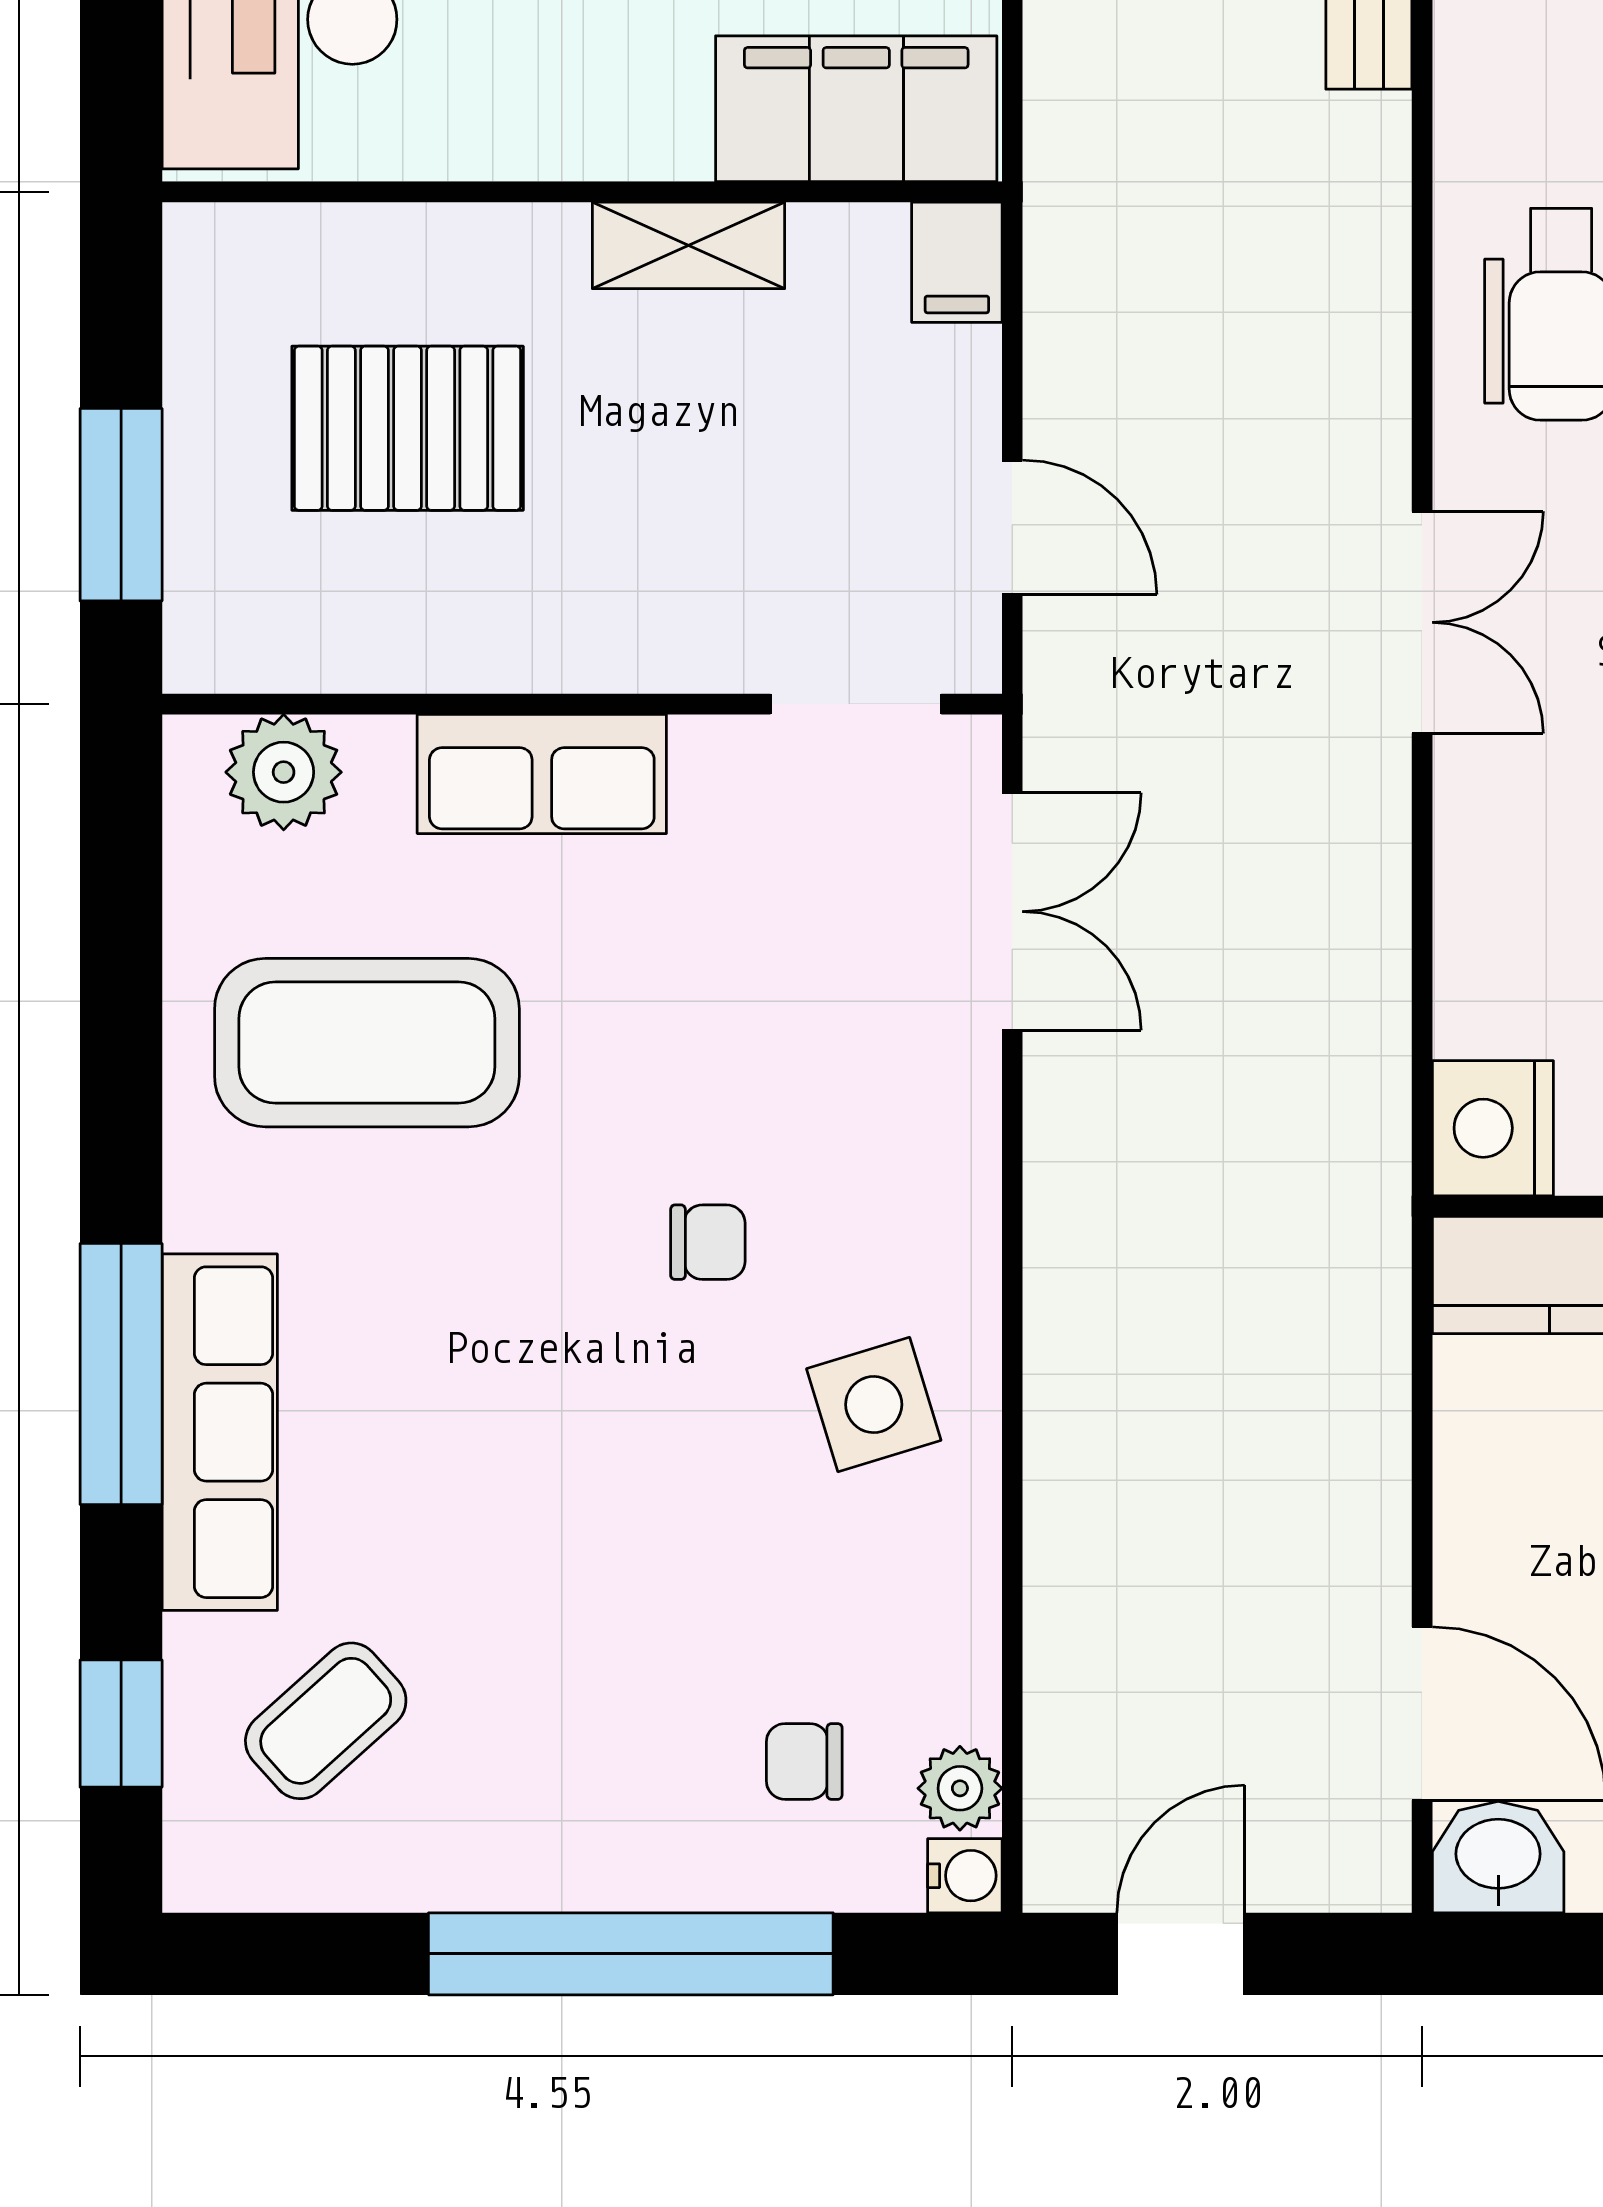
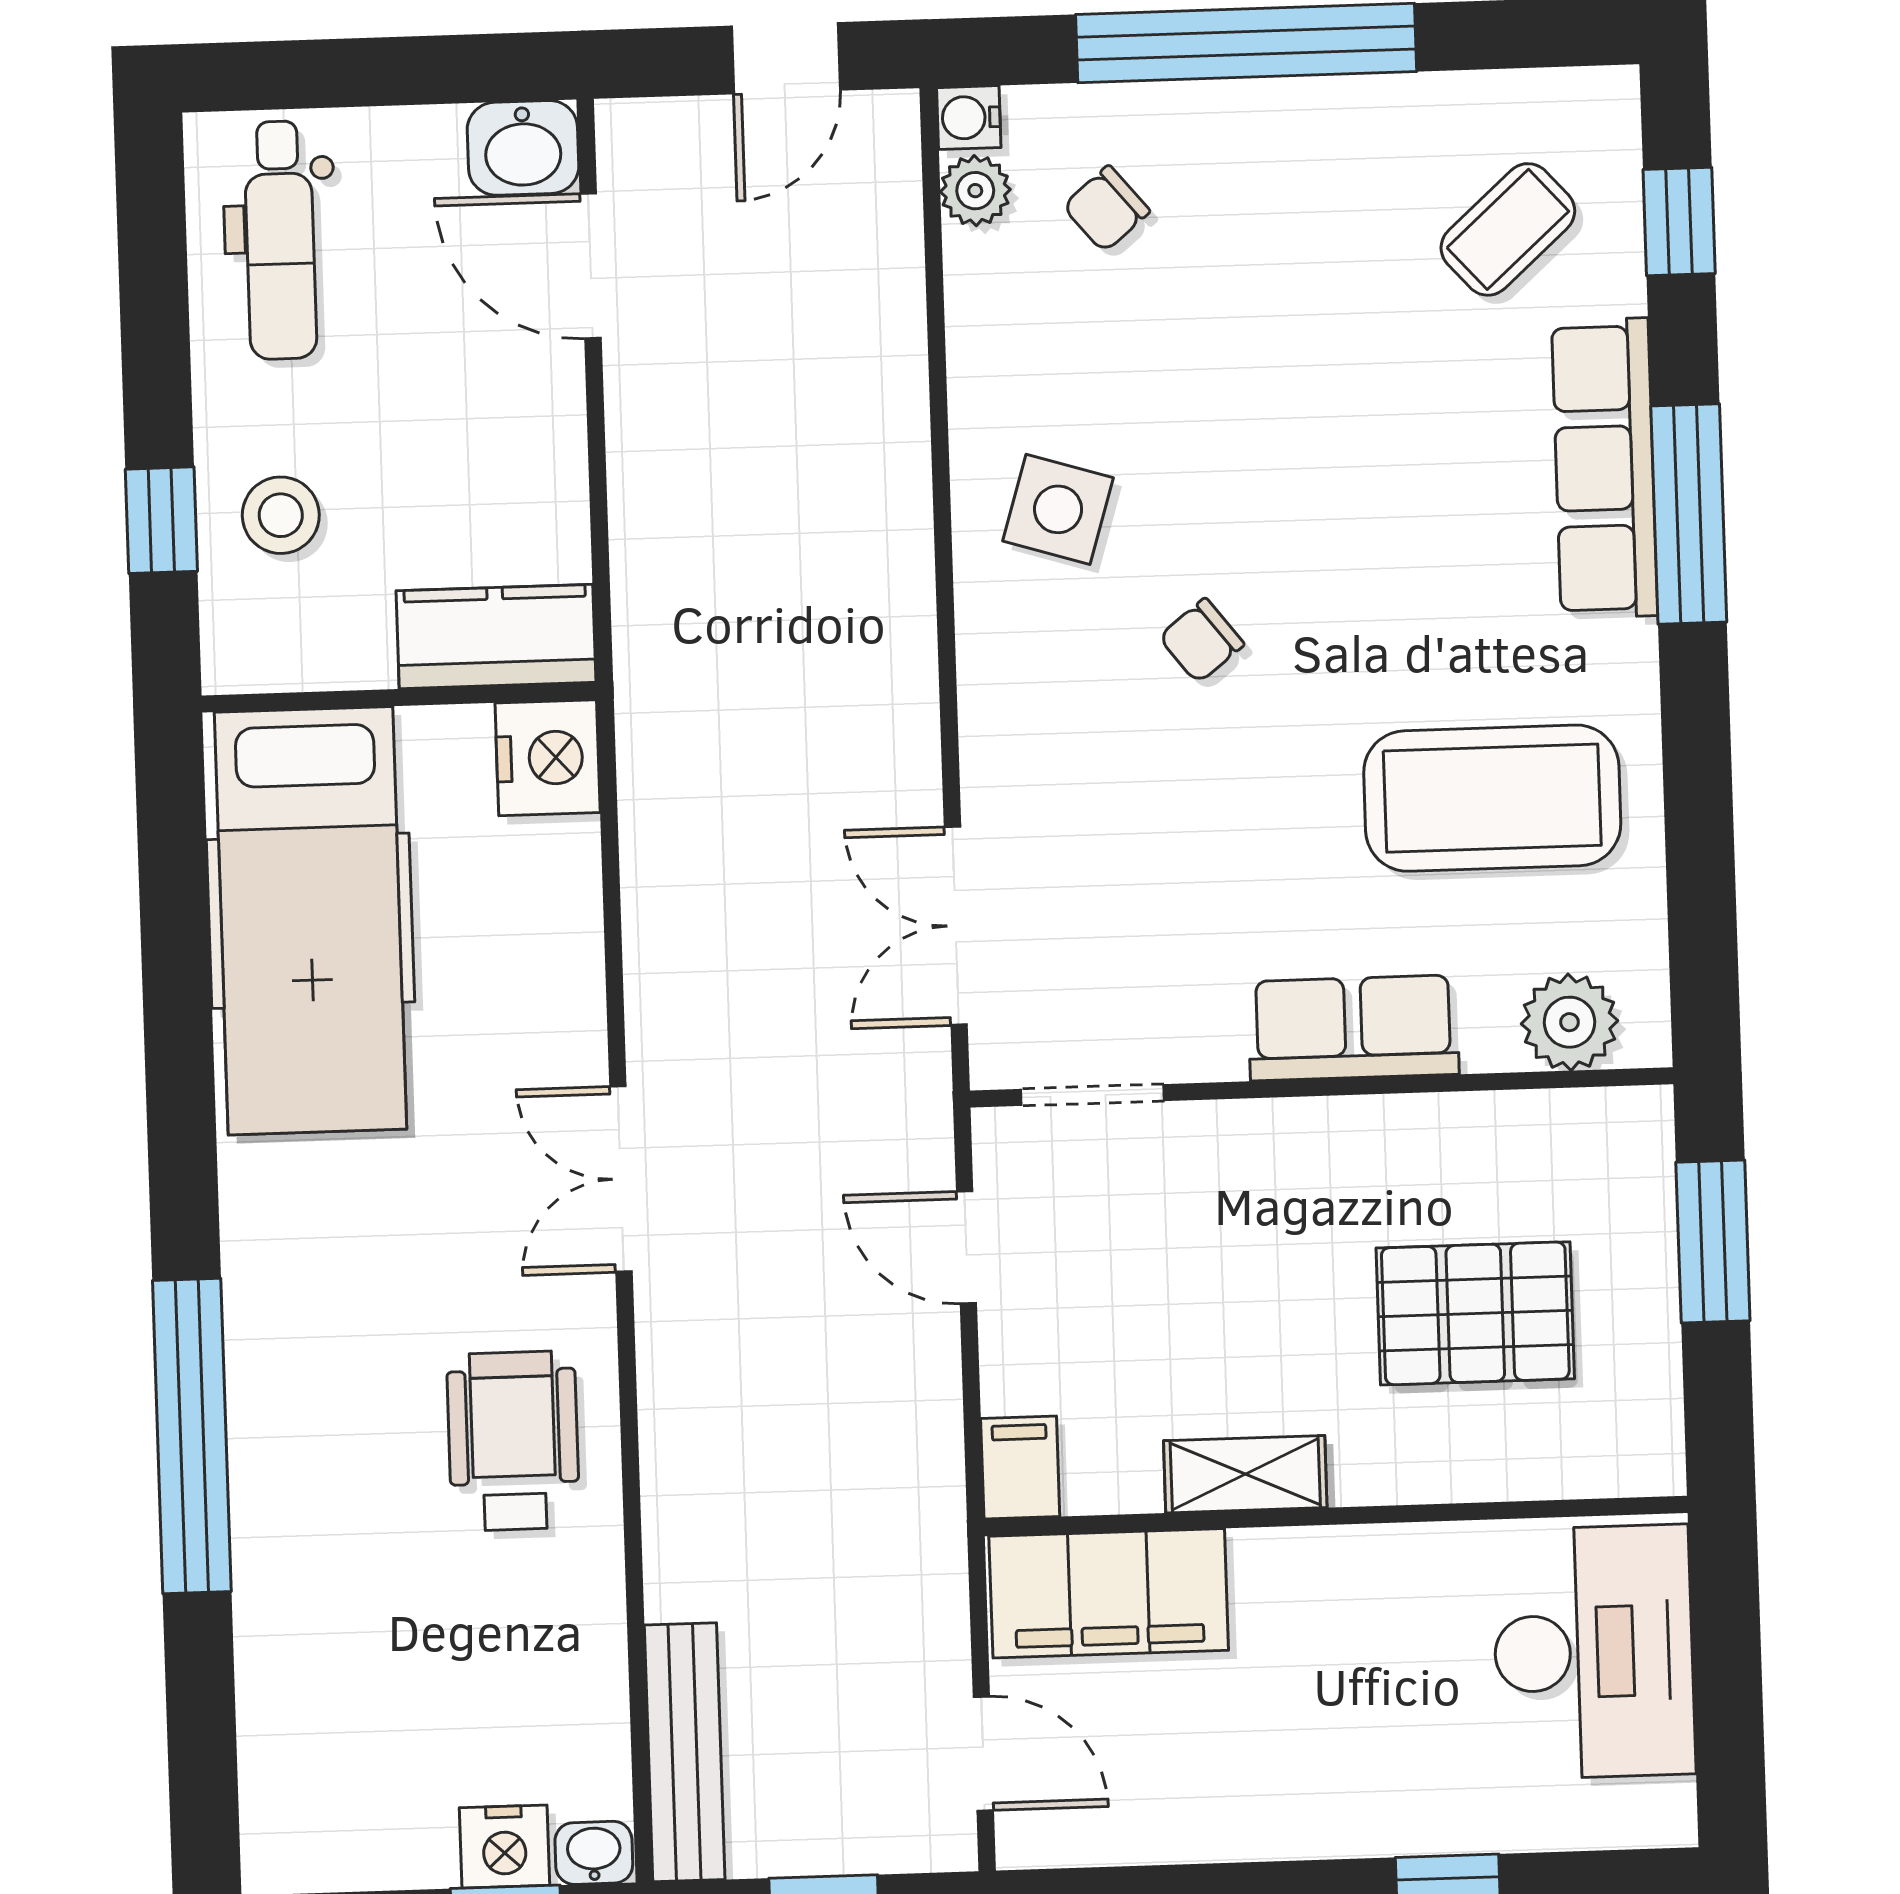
chair: (708, 1242) -> (1201, 641), turned -38
side table: (874, 1405) -> (1058, 509), turned 34
chair: (804, 1761) -> (1106, 209), turned 140

